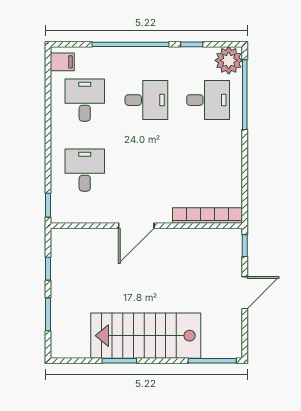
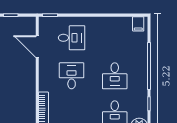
desk: (85, 100) -> (72, 76), moved, turned -90
door: (136, 226) -> (37, 47), moved

